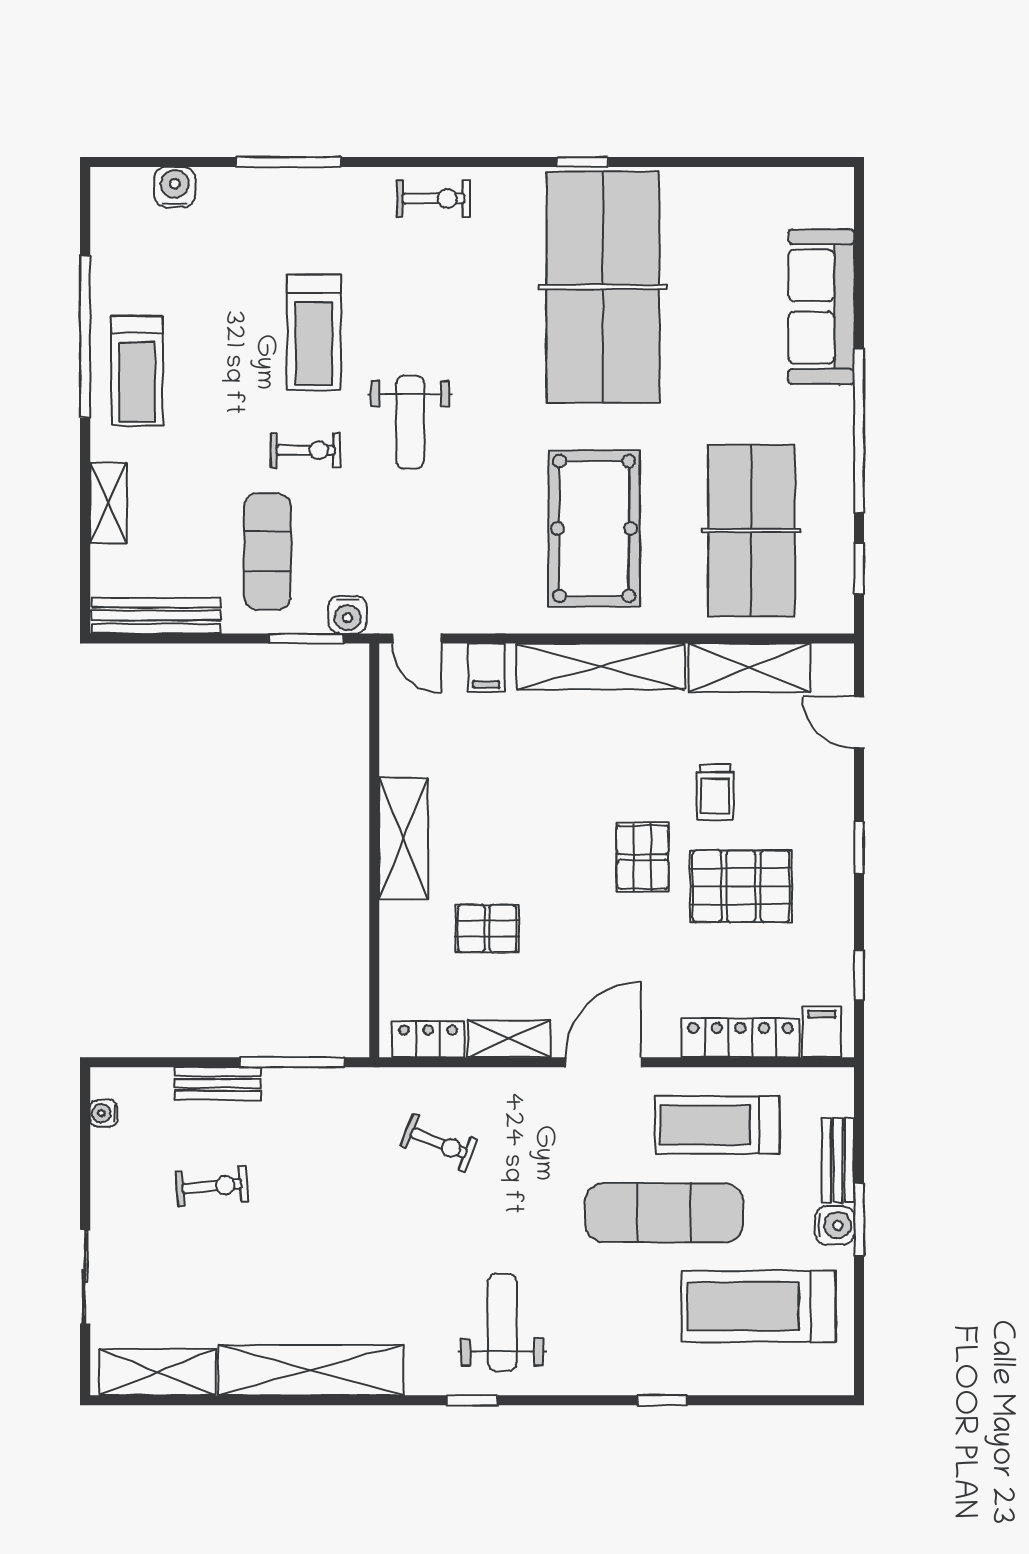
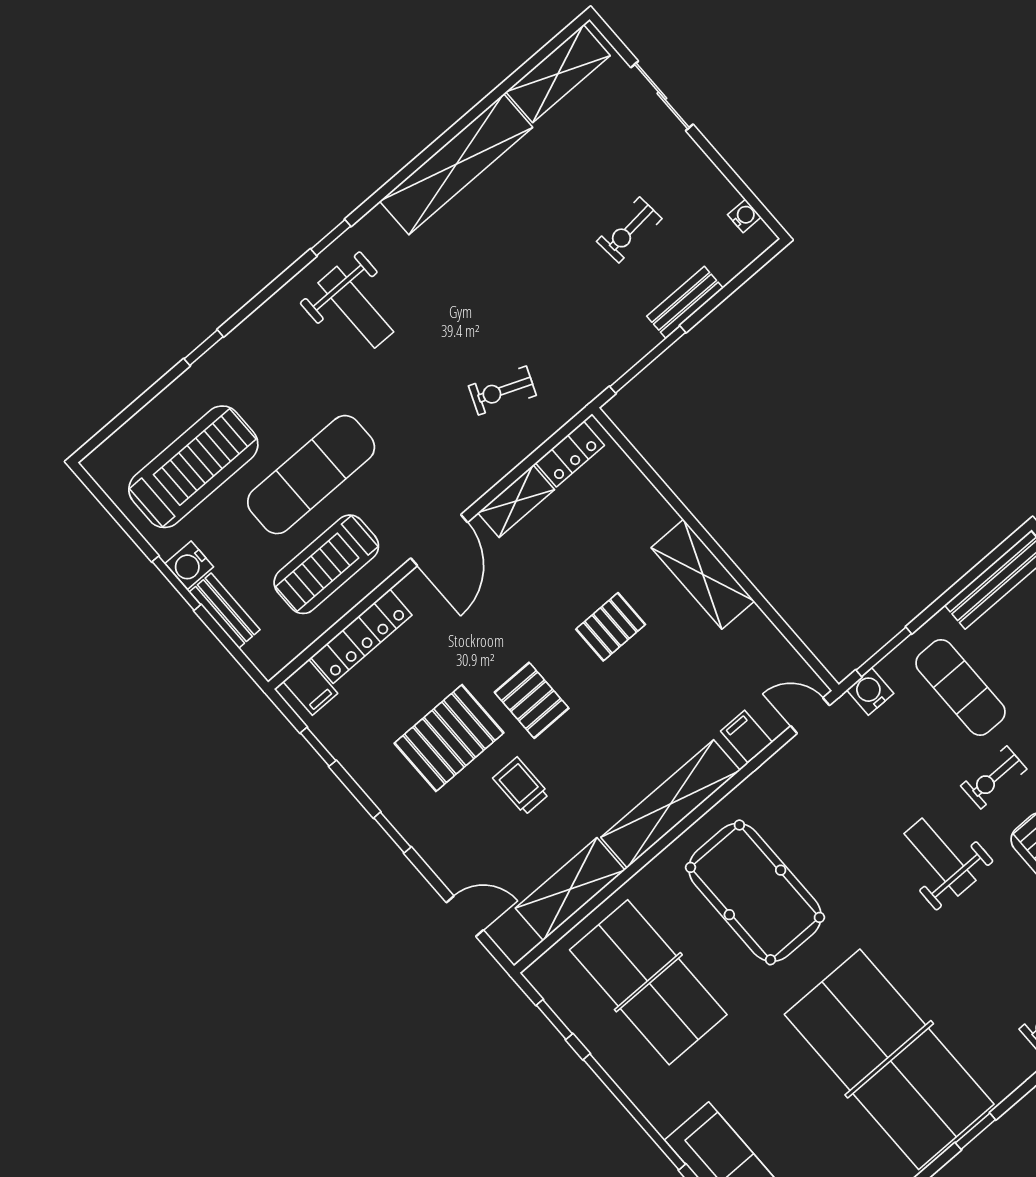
pallet: (487, 928) -> (611, 627), moved
treadmill: (717, 1125) -> (326, 564), turned 180

